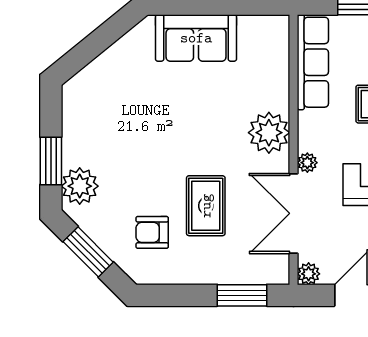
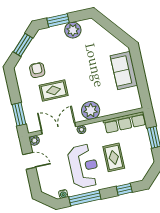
plant: (80, 186) -> (73, 30), moved

